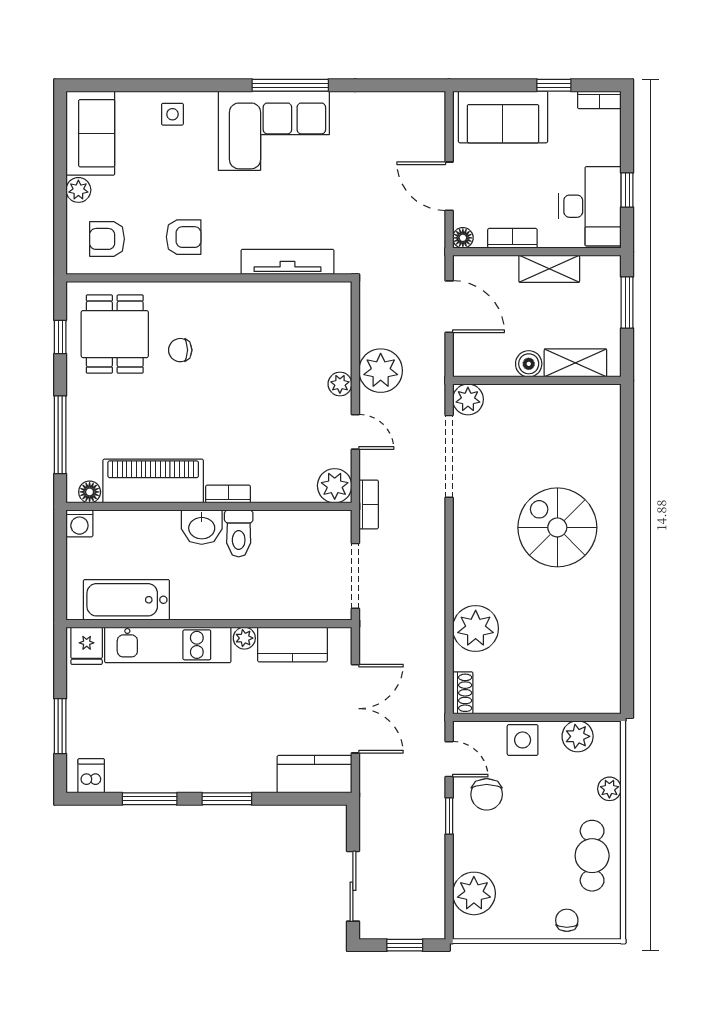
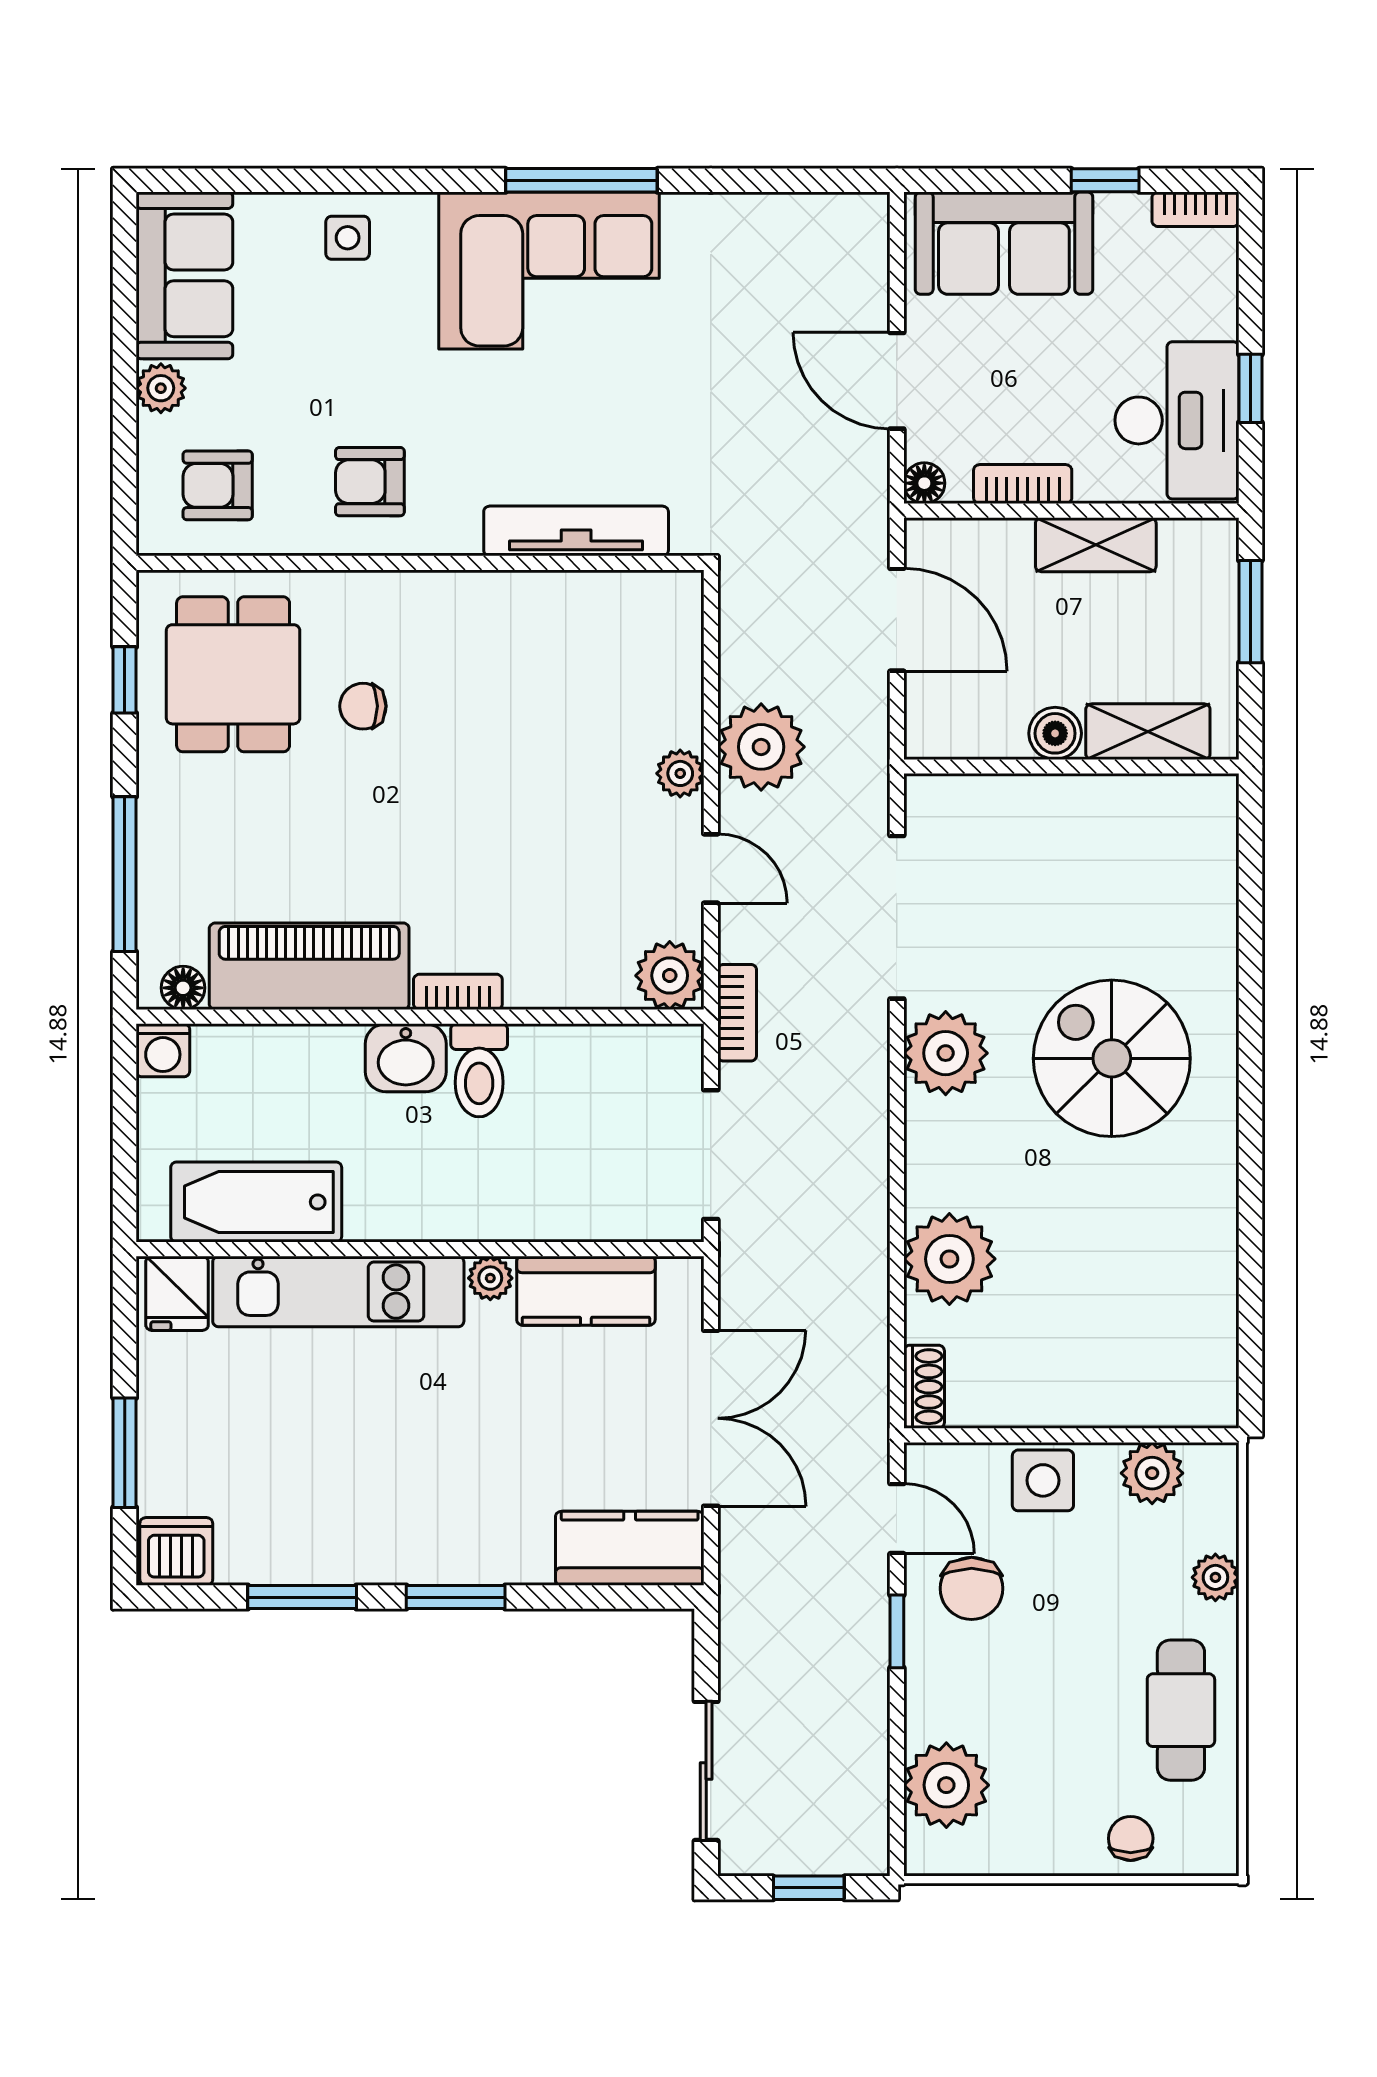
armchair: (184, 237) -> (370, 482), turned 180
plant: (468, 399) -> (946, 1053), moved, width x1.36, depth x1.36
dishwasher: (91, 776) -> (176, 1551), width x1.38

